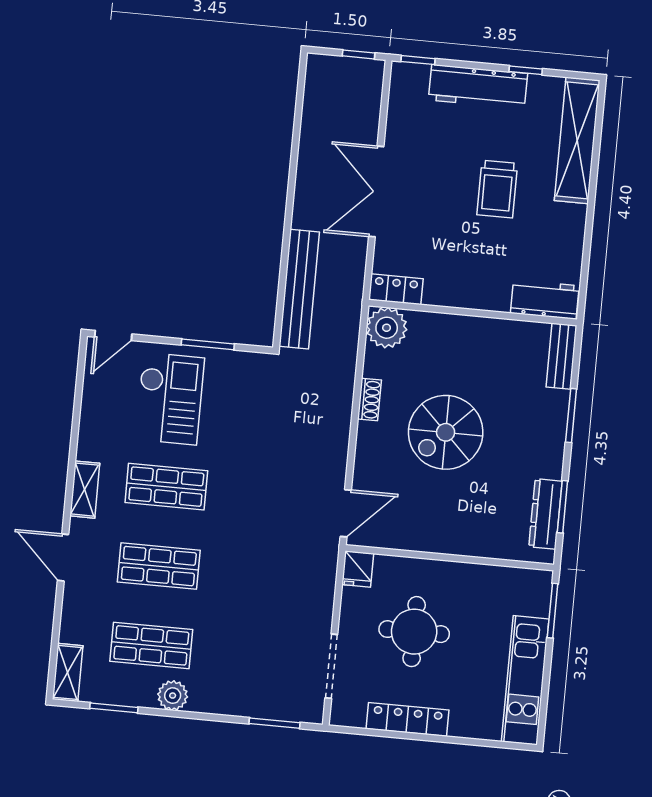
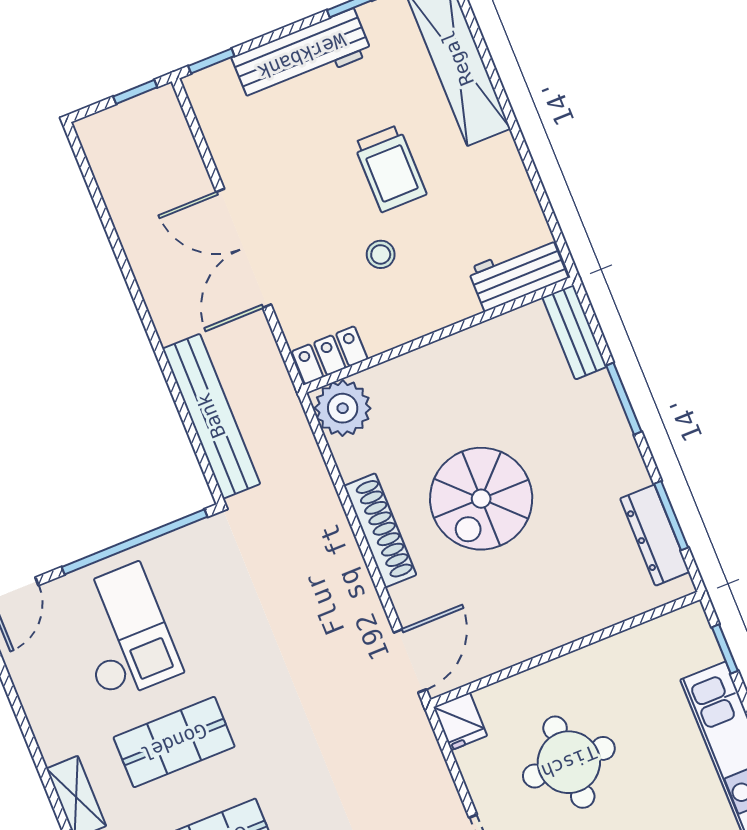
stool: (462, 241) -> (381, 254), added
window: (208, 344) -> (135, 542), width x2.11
shoe rack: (369, 400) -> (380, 530), width x1.94, depth x1.24
window: (553, 611) -> (725, 649), width x0.67

